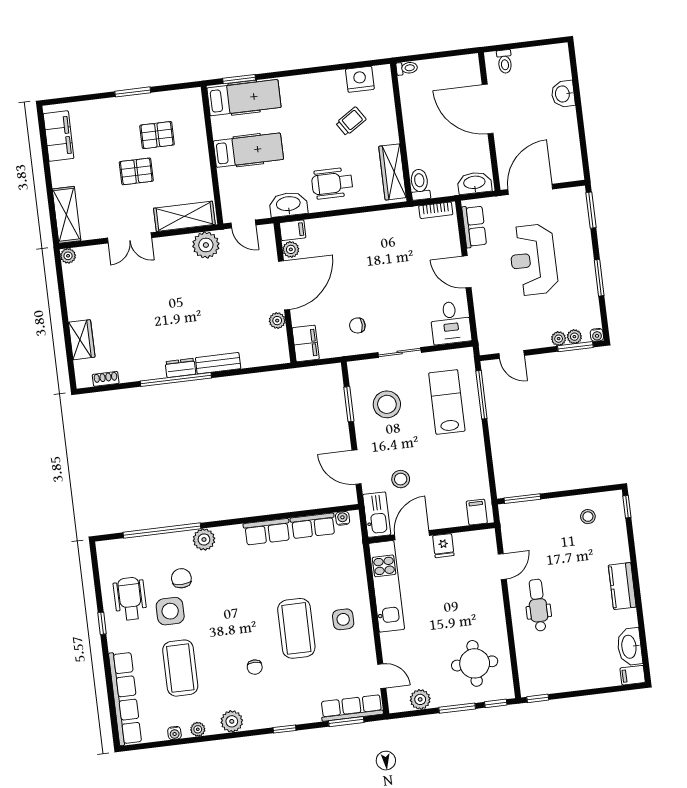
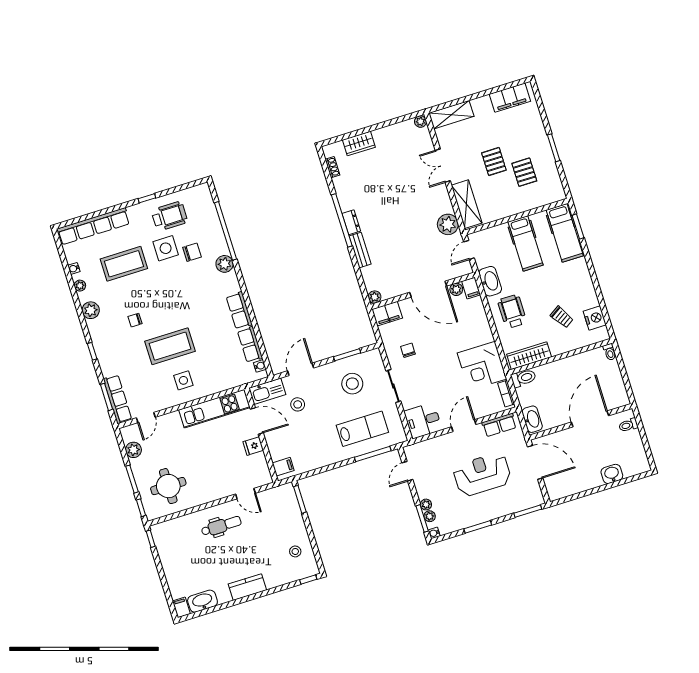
corner desk: (395, 235) -> (482, 366), added
plant: (277, 321) -> (375, 297), moved

